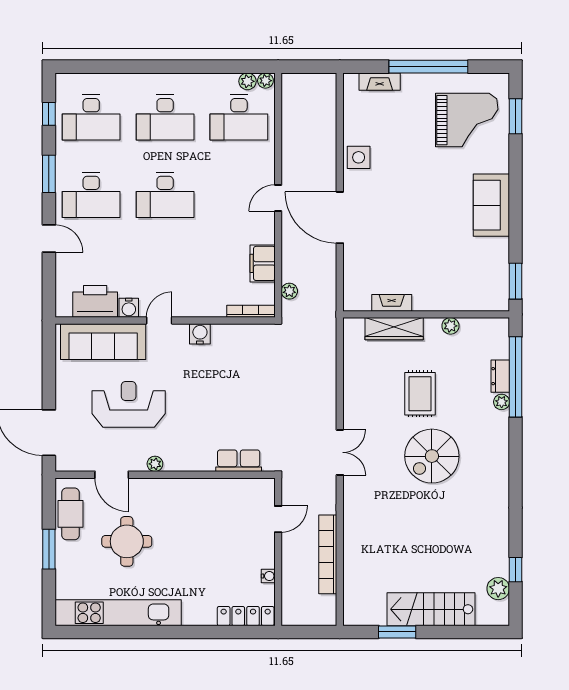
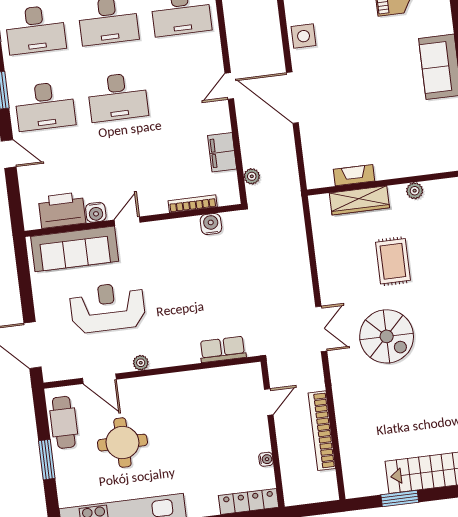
bookcase: (251, 311) -> (193, 204), moved
water cooler: (200, 334) -> (211, 224), moved
spiral stairs: (432, 456) -> (387, 336), moved, turned -90

